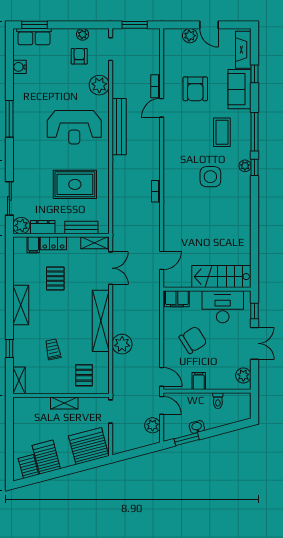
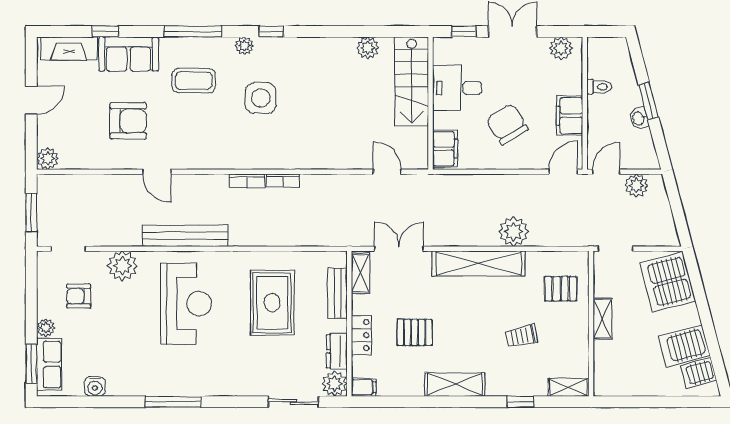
plant: (83, 34) -> (46, 328), moved
plant: (190, 36) -> (48, 159), moved
bookcase: (156, 86) -> (247, 181), moved
window: (254, 167) -> (271, 31), moved
filing cabinet: (33, 245) -> (364, 387), moved
plant: (244, 247) -> (368, 48), added
desk: (223, 307) -> (457, 88), width x0.73
filing cabinet: (199, 381) -> (569, 116), width x2.00
window: (187, 439) -> (648, 101), moved

